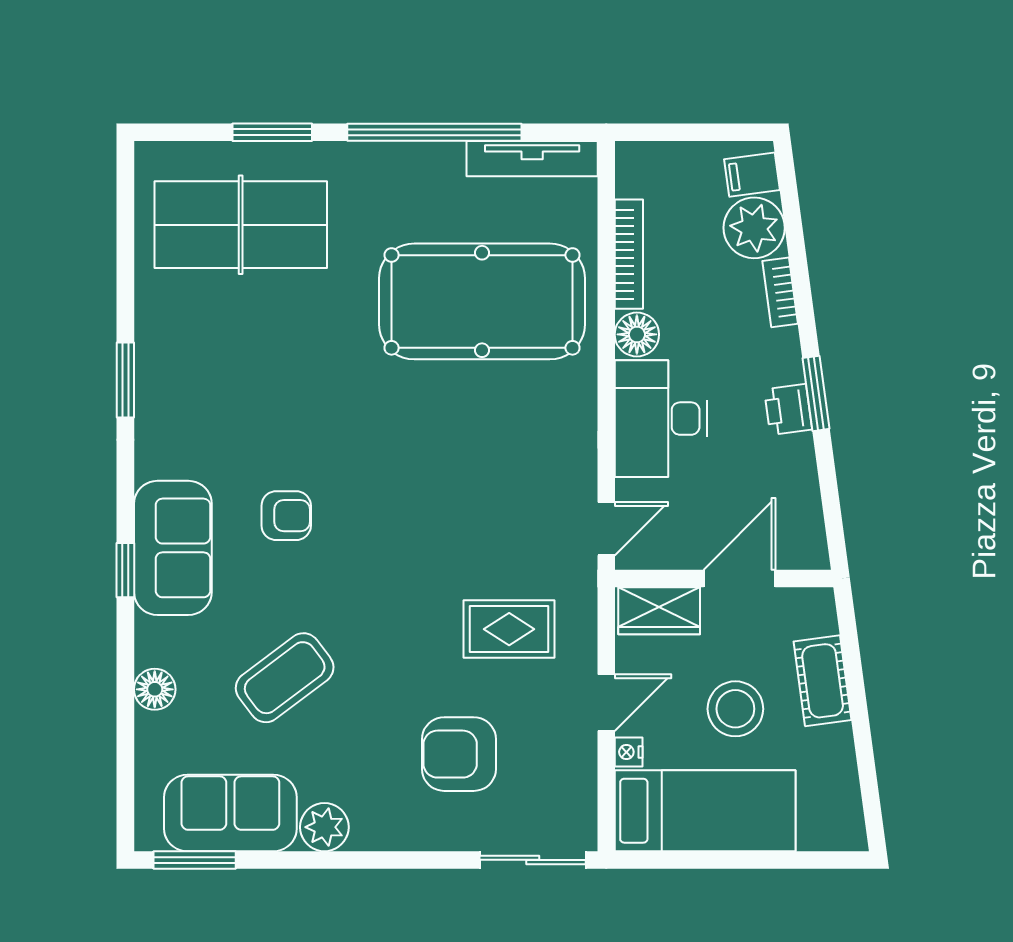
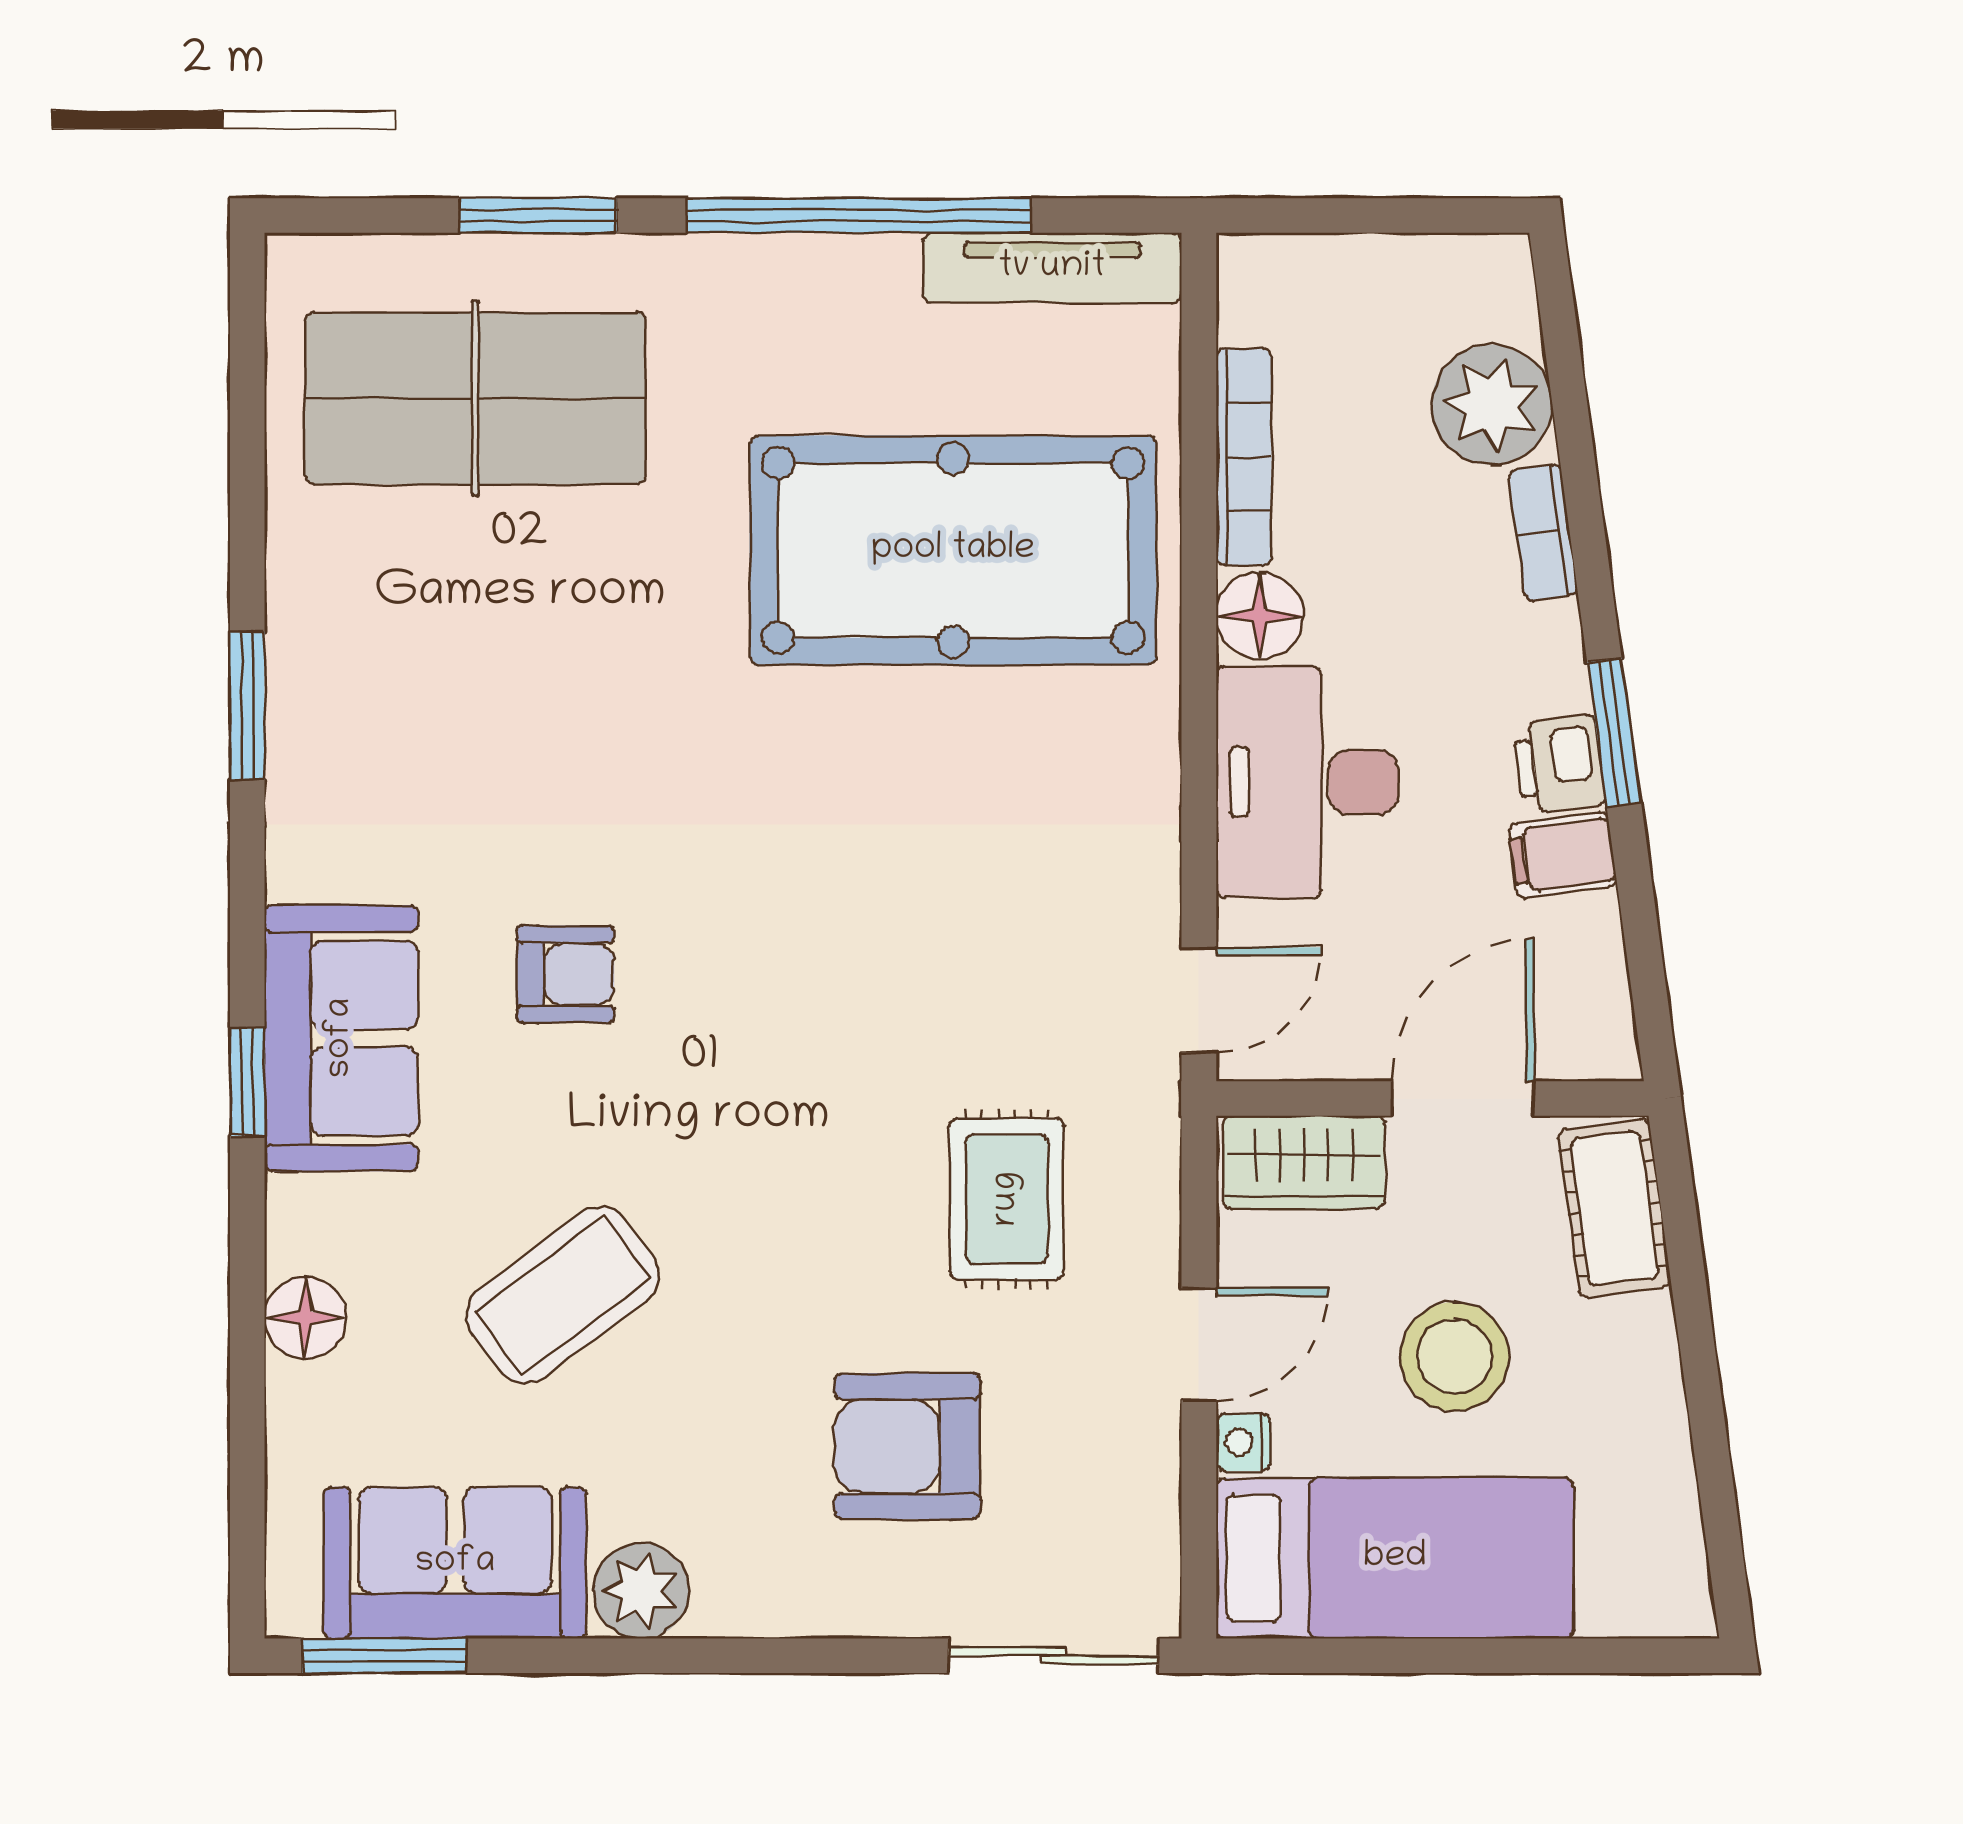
filing cabinet: (752, 175) -> (1563, 855), moved
rug: (509, 629) -> (1007, 1199), turned 90
cot: (823, 681) -> (1615, 1208), moved

